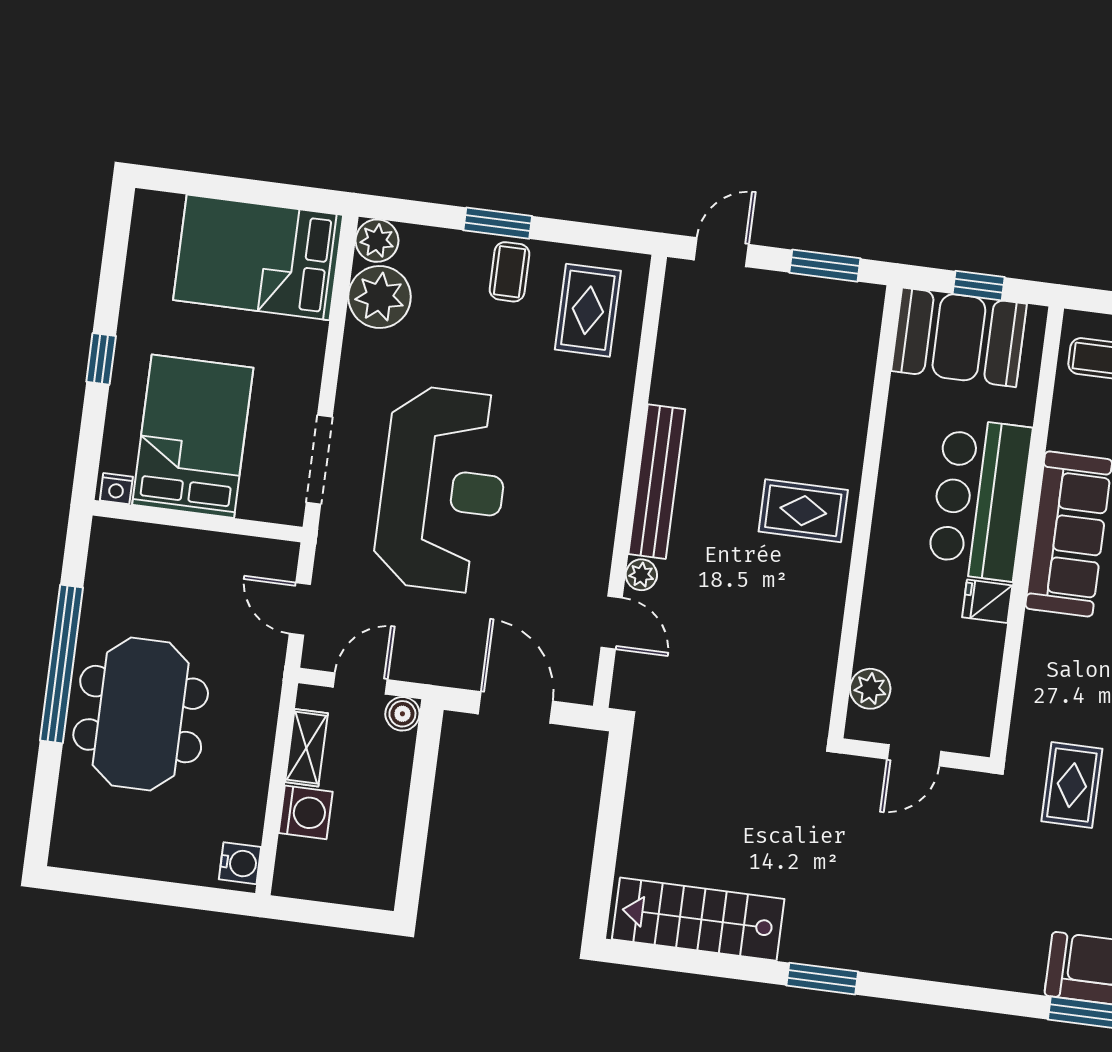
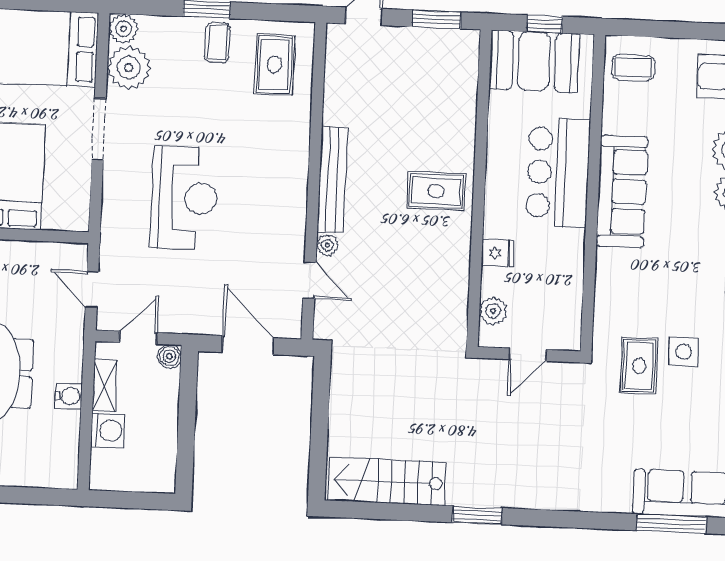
doorway: (319, 460) -> (99, 129), moved
reception desk: (443, 489) -> (184, 198), width x0.74, depth x0.77
fridge: (987, 601) -> (498, 253), moved, turned 180
water cooler: (240, 863) -> (69, 396), moved

